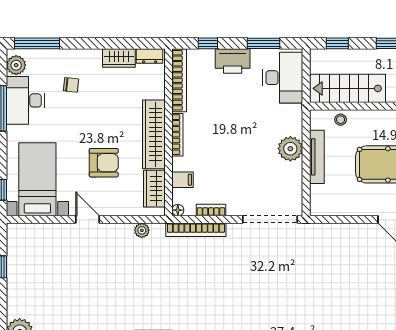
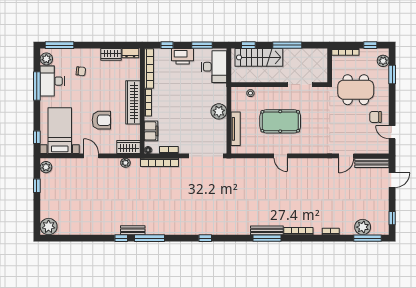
stairs: (348, 88) -> (259, 57), moved, turned 180
tv unit: (317, 157) -> (236, 129), moved
filing cabinet: (183, 180) -> (151, 131), width x2.00
wardrobe: (154, 189) -> (128, 147), moved, turned 90
plant: (15, 237) -> (46, 167), added

